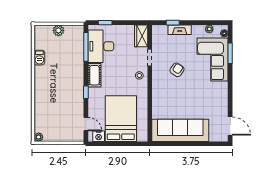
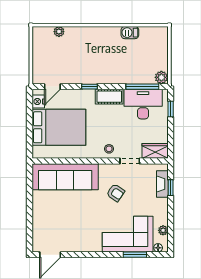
plant: (58, 30) -> (161, 77), moved
fireplace: (180, 30) -> (162, 184), moved
sofa: (180, 130) -> (65, 177), moved, turned 90
plant: (39, 137) -> (59, 32), moved

